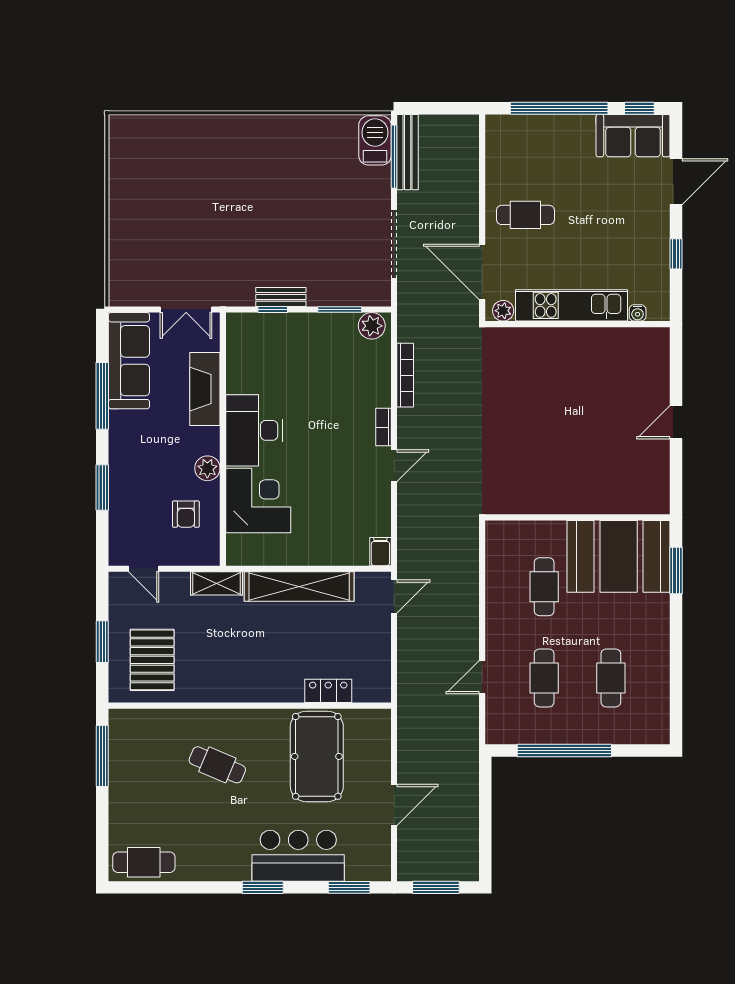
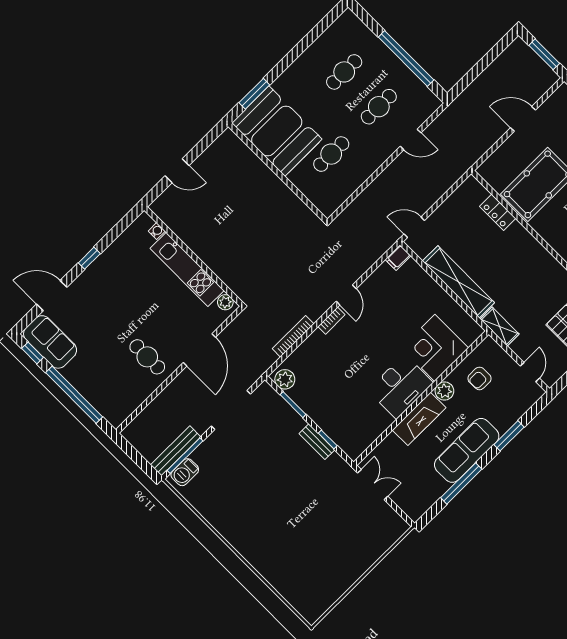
barbecue: (375, 140) -> (185, 472), width x0.73, depth x0.79
kitchen unit: (571, 305) -> (187, 269), moved
plant: (503, 311) -> (225, 302), moved
water cooler: (638, 313) -> (157, 231), moved
wall: (577, 324) -> (194, 257), moved
sofa: (129, 361) -> (467, 450), moved
fireplace: (205, 389) -> (419, 419), moved
door: (394, 466) -> (346, 295), swing flipped
armchair: (186, 514) -> (479, 378), turned 180

